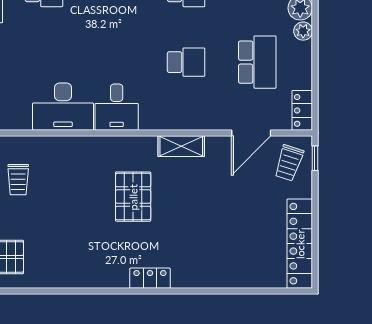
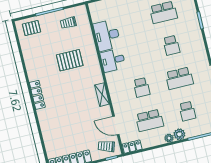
pallet: (133, 197) -> (70, 60), moved
locker: (150, 278) -> (37, 95), width x1.53

